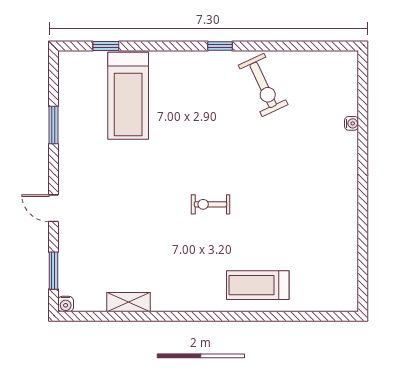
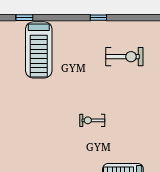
exercise bike: (263, 85) -> (124, 57), moved, turned -65

